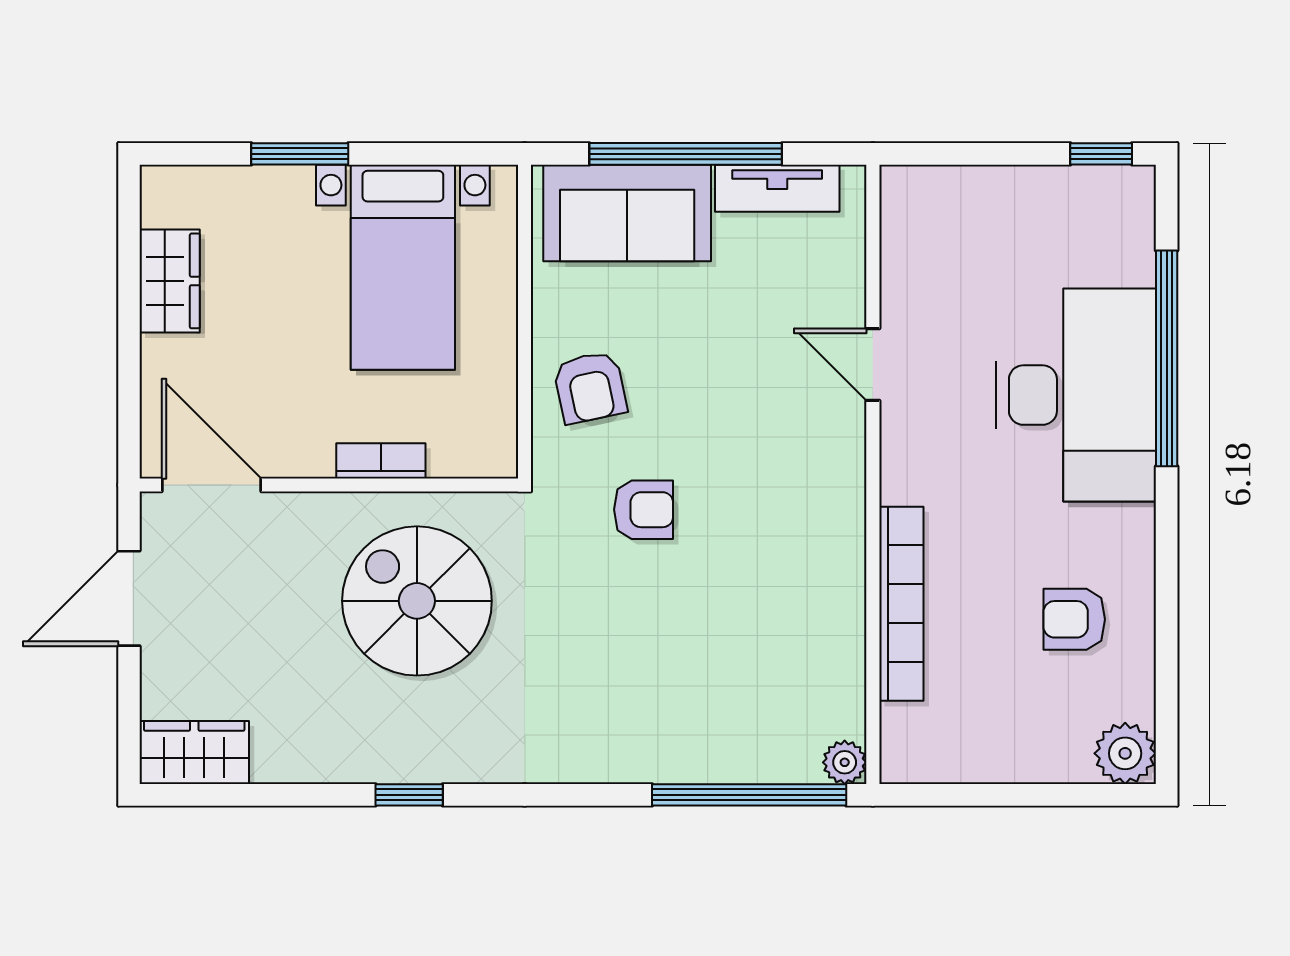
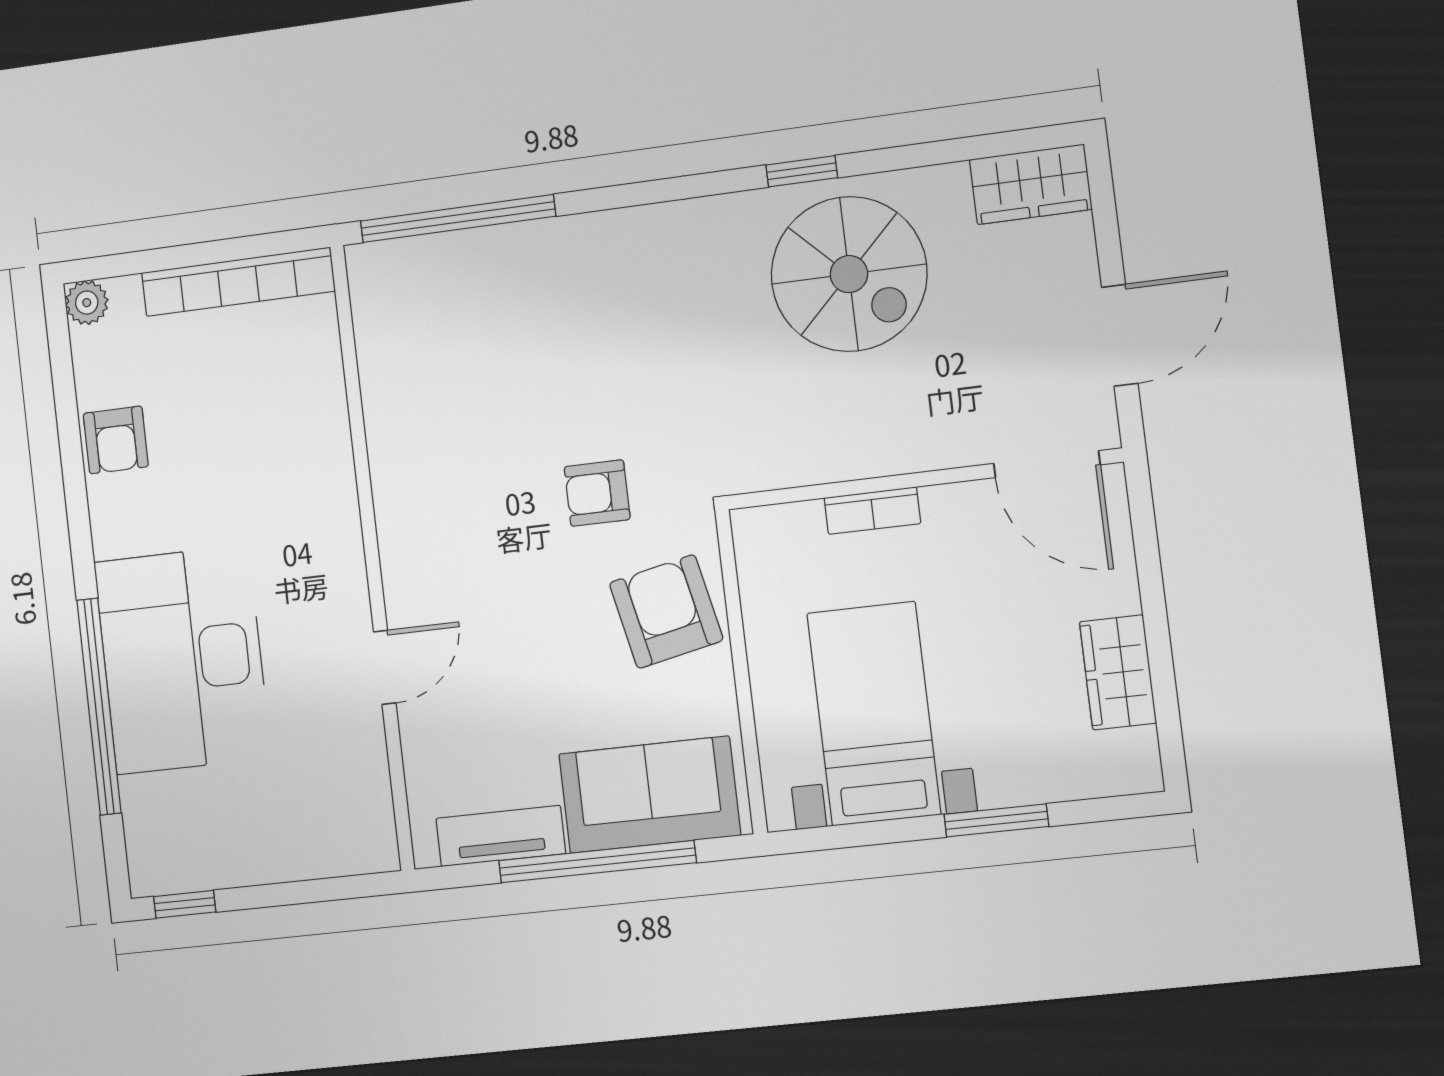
door: (873, 365) -> (385, 667), hinge flipped
armchair: (590, 387) -> (666, 612), width x1.38, depth x1.38
spiral stairs: (417, 601) -> (849, 274), moved
bookcase: (901, 604) -> (238, 282), moved, turned -90
armchair: (1074, 619) -> (116, 440), moved, turned 90
plant: (1125, 753) -> (87, 303), width x0.73, depth x0.73
plant: (845, 762) -> (367, 264), removed

